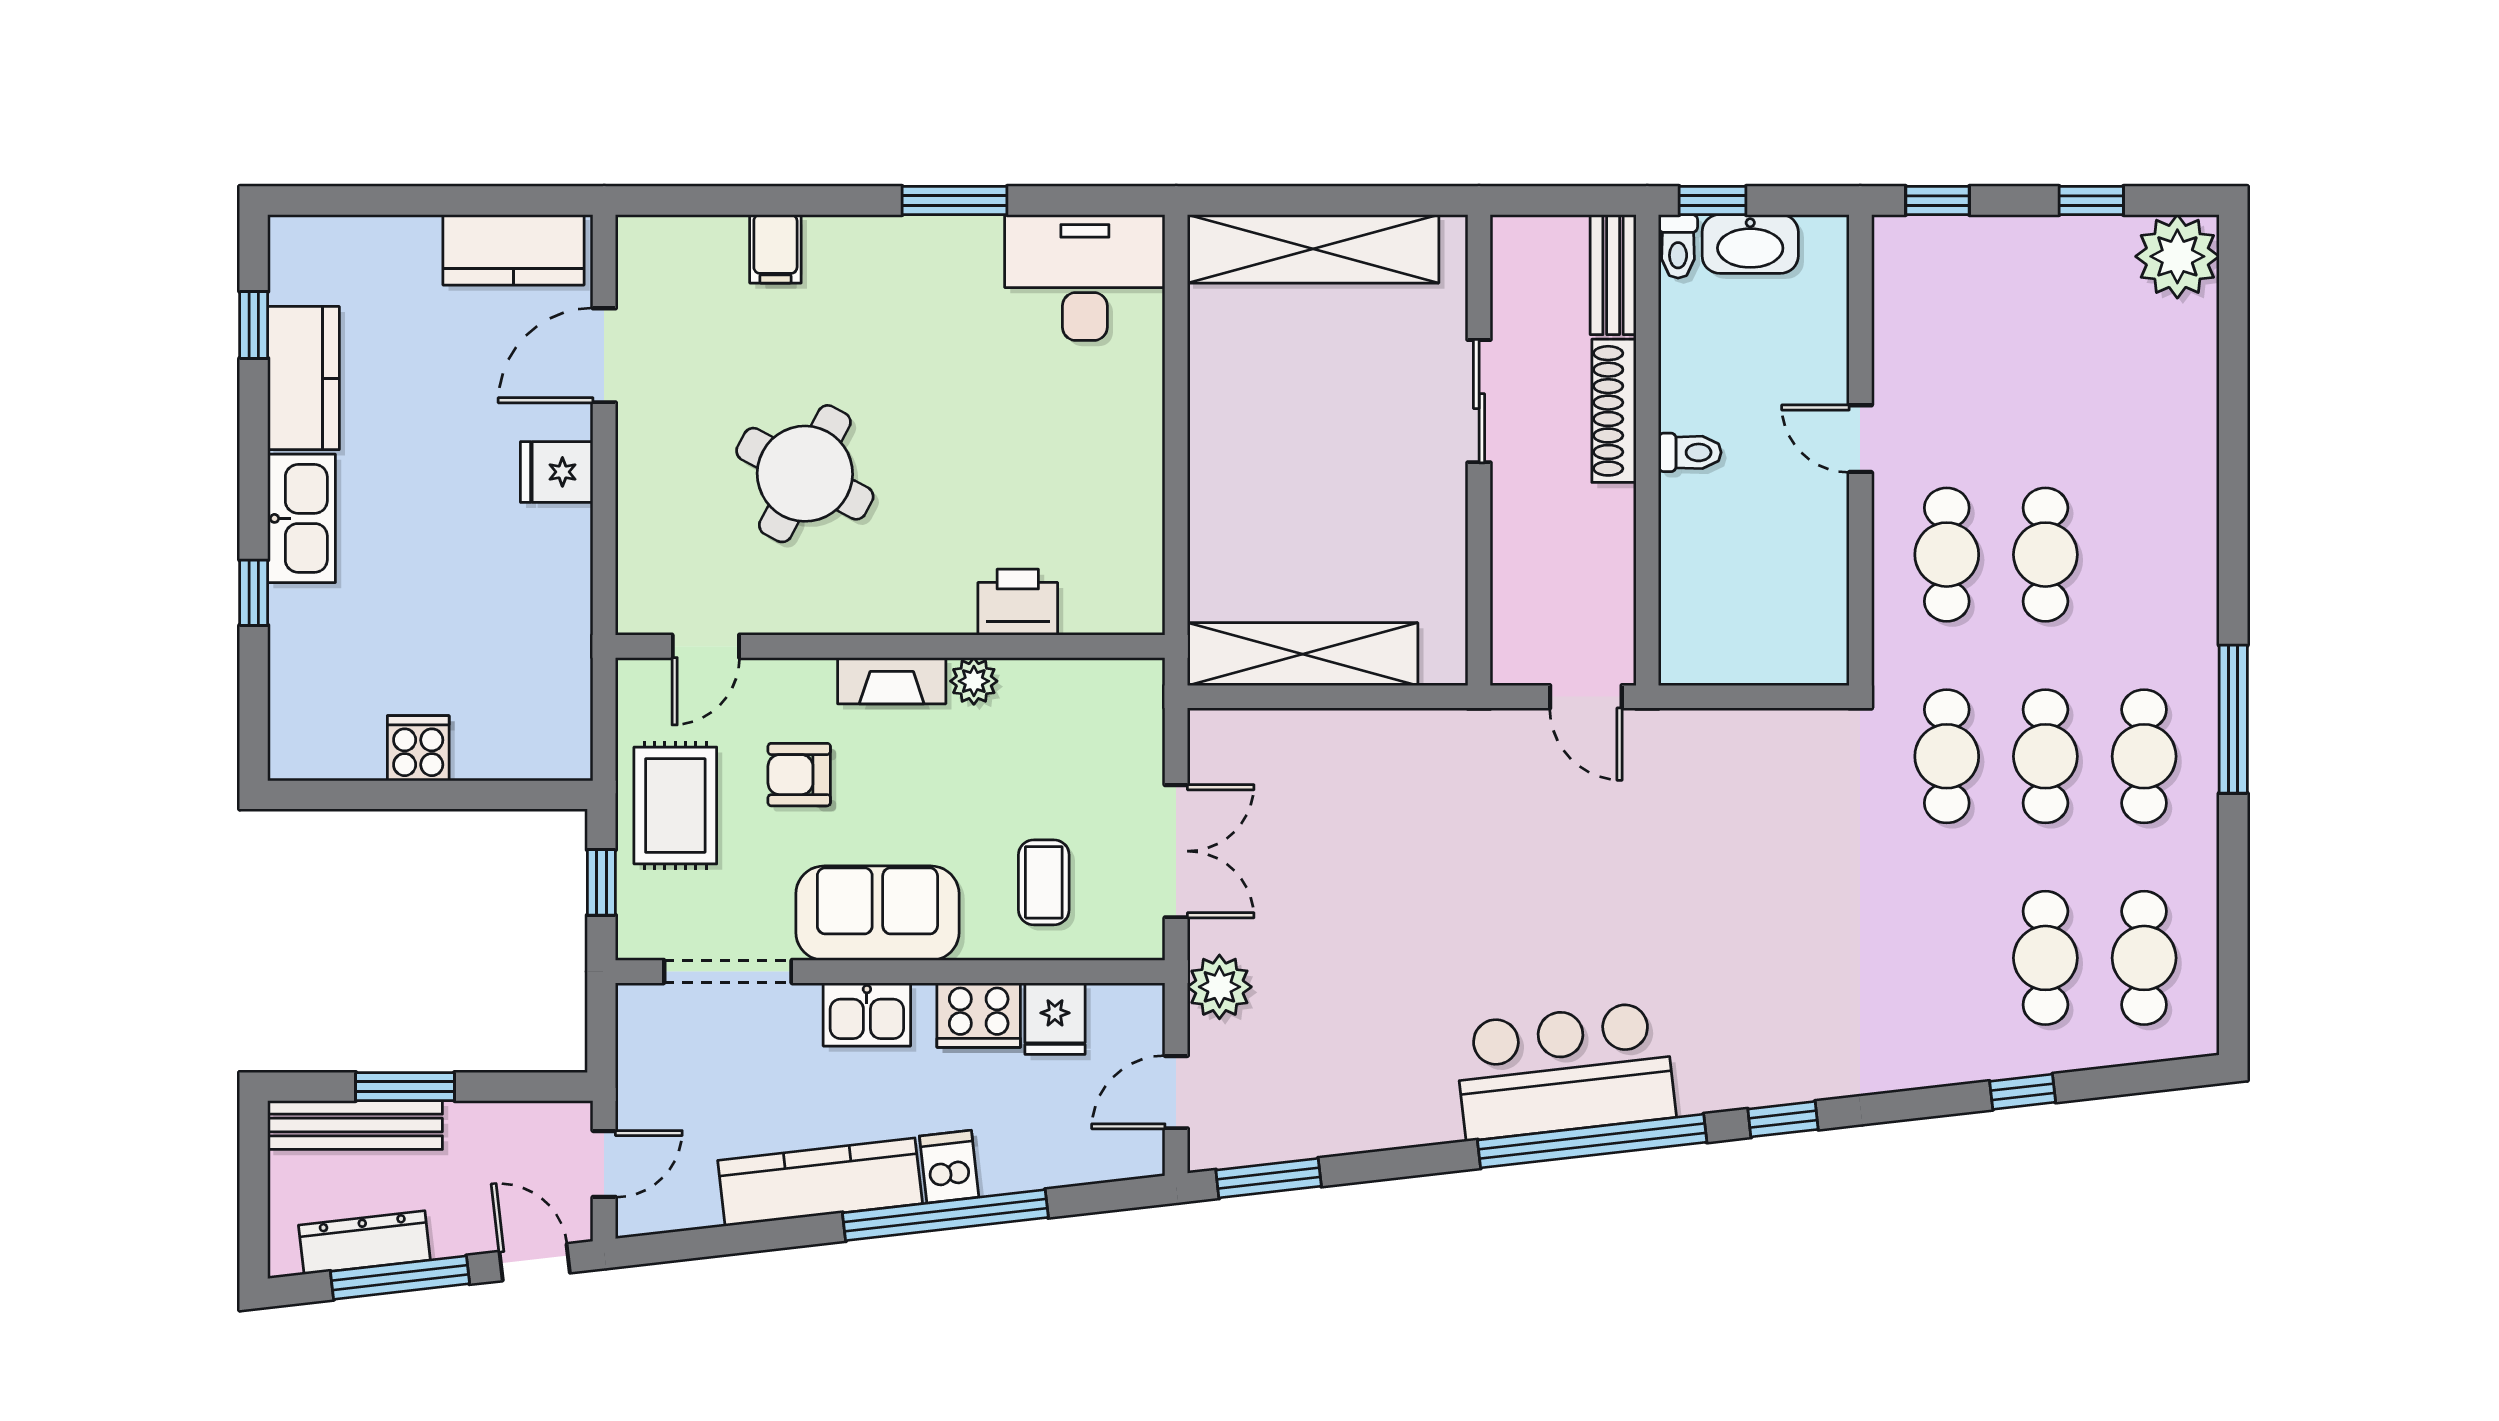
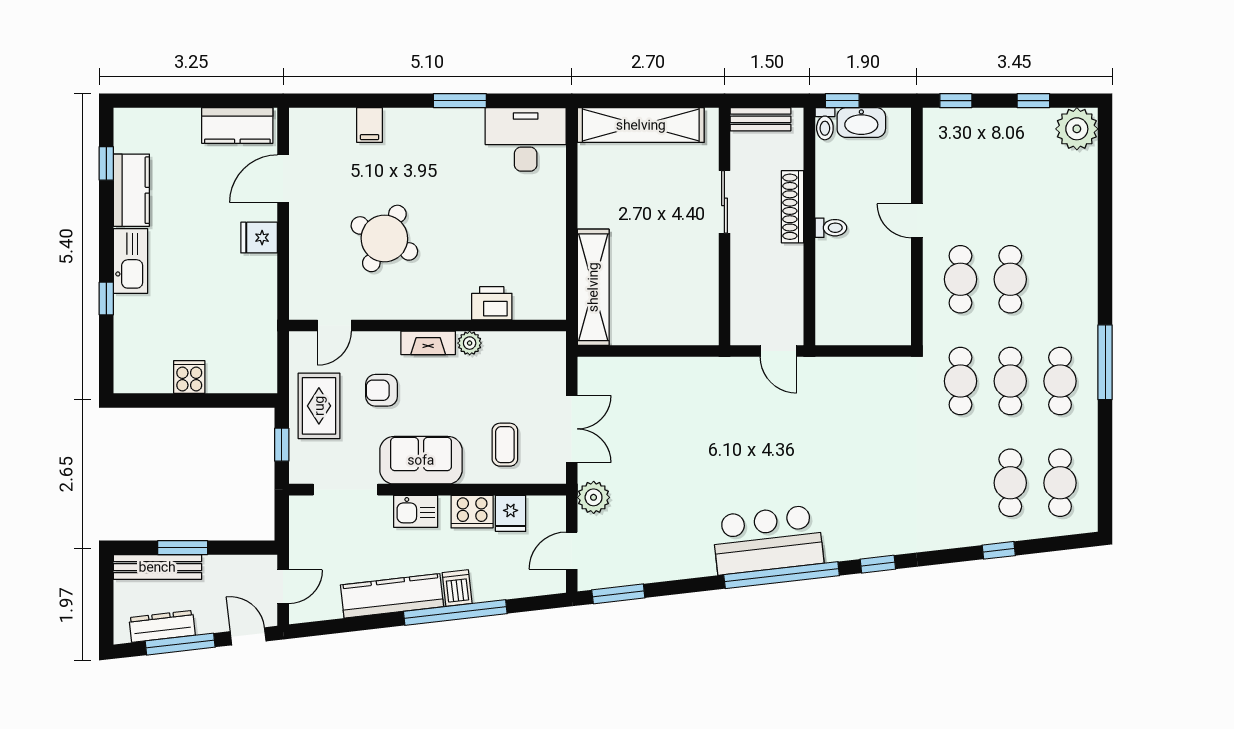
bench: (1613, 275) -> (760, 119), moved, turned 90
shelving: (1303, 654) -> (593, 287), moved, turned 90

